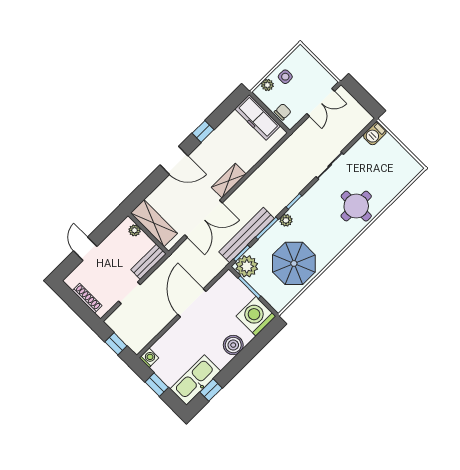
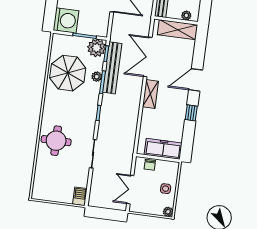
plant: (267, 85) -> (168, 212), moved
plant: (286, 220) -> (97, 77), moved

